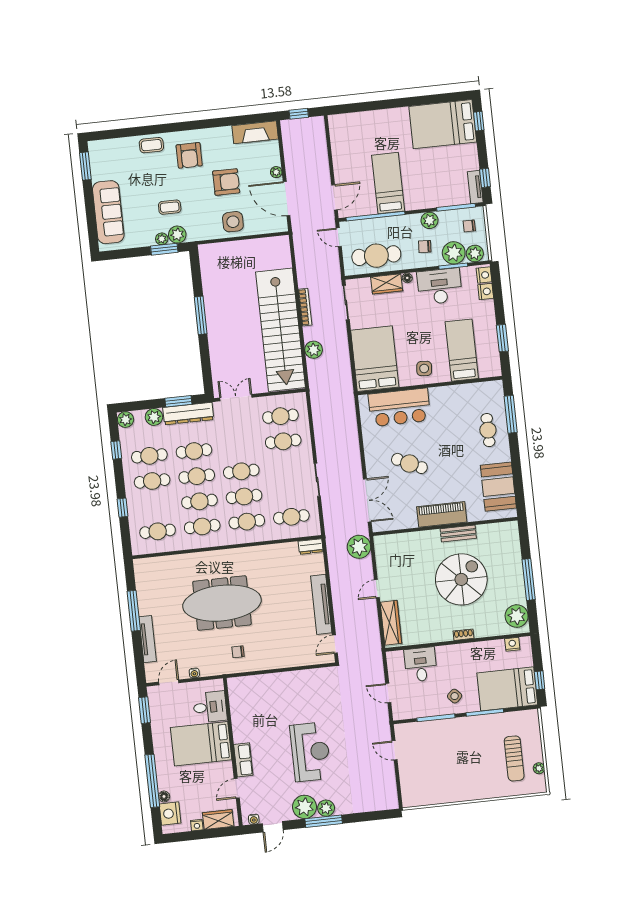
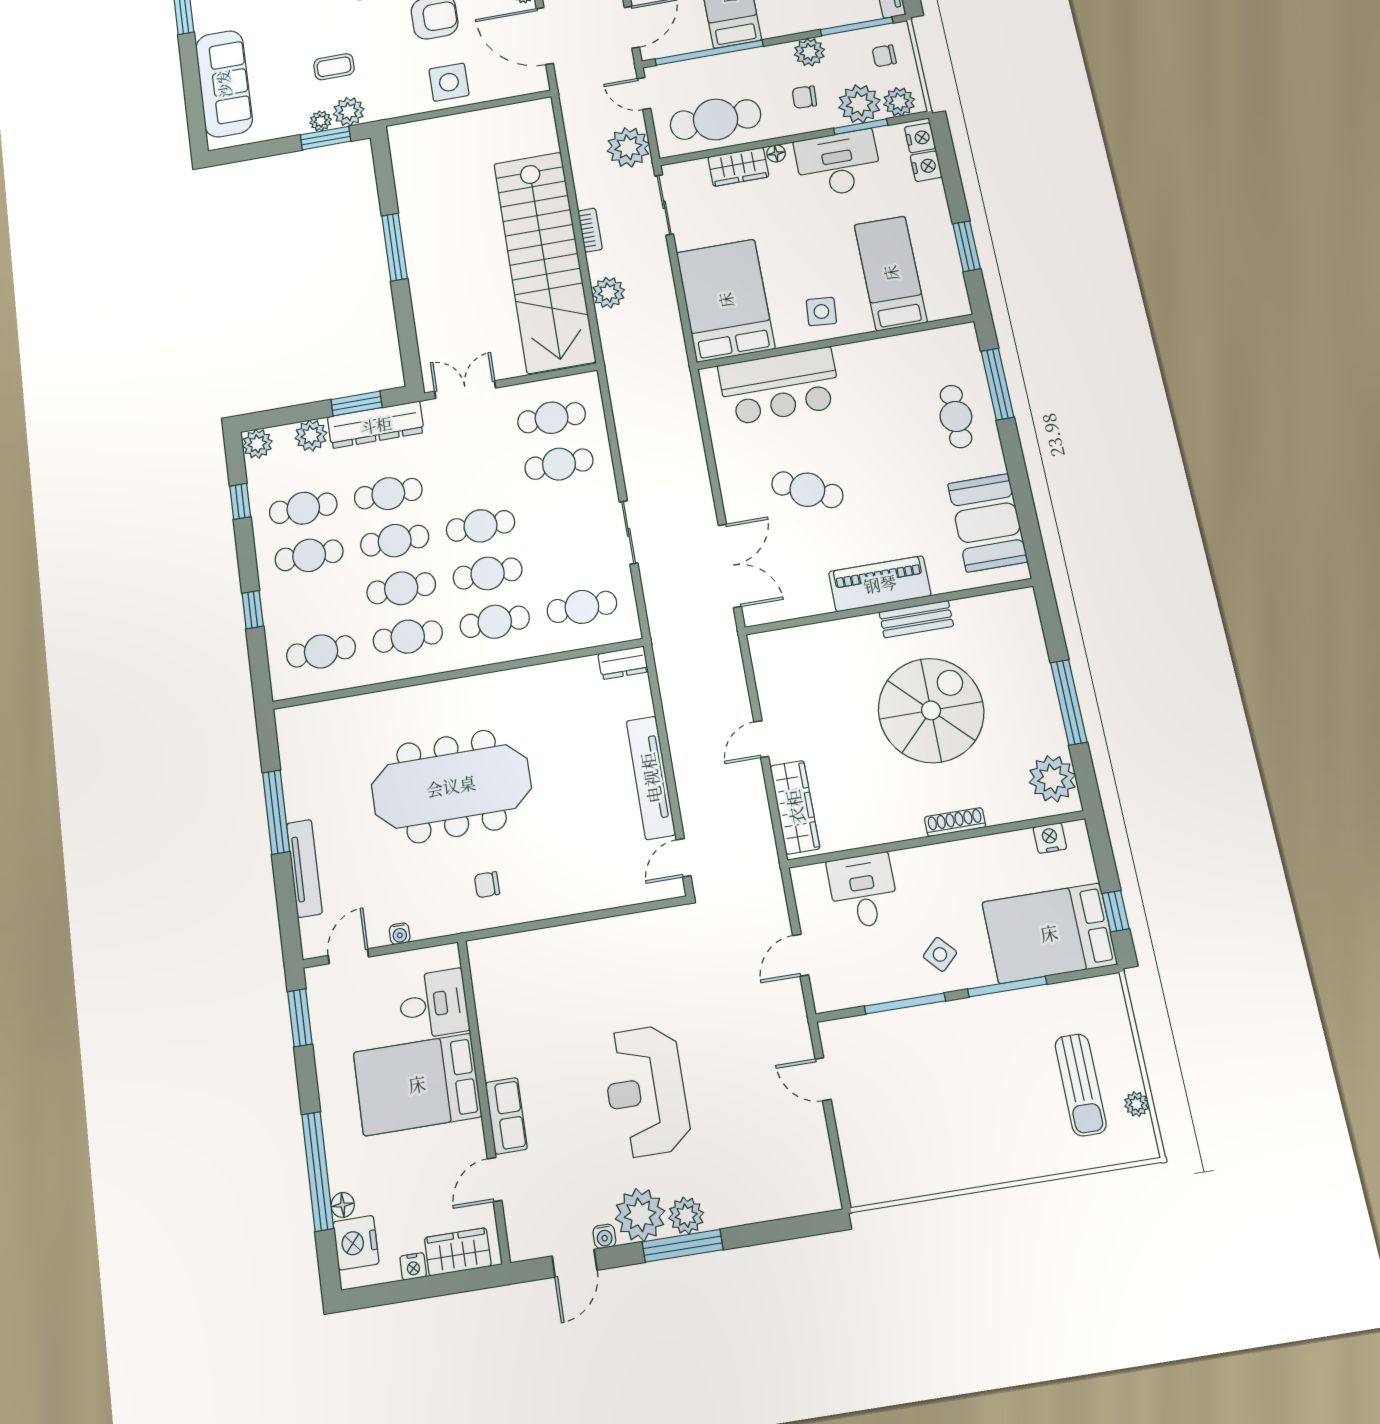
bookcase: (305, 307) -> (590, 230), width x0.64
plant: (359, 547) -> (628, 147), moved
shoe rack: (463, 635) -> (955, 822), width x1.43
door: (388, 693) -> (801, 955), hinge flipped
reception desk: (310, 752) -> (646, 1091), turned 180
water cooler: (254, 819) -> (604, 1236), moved

